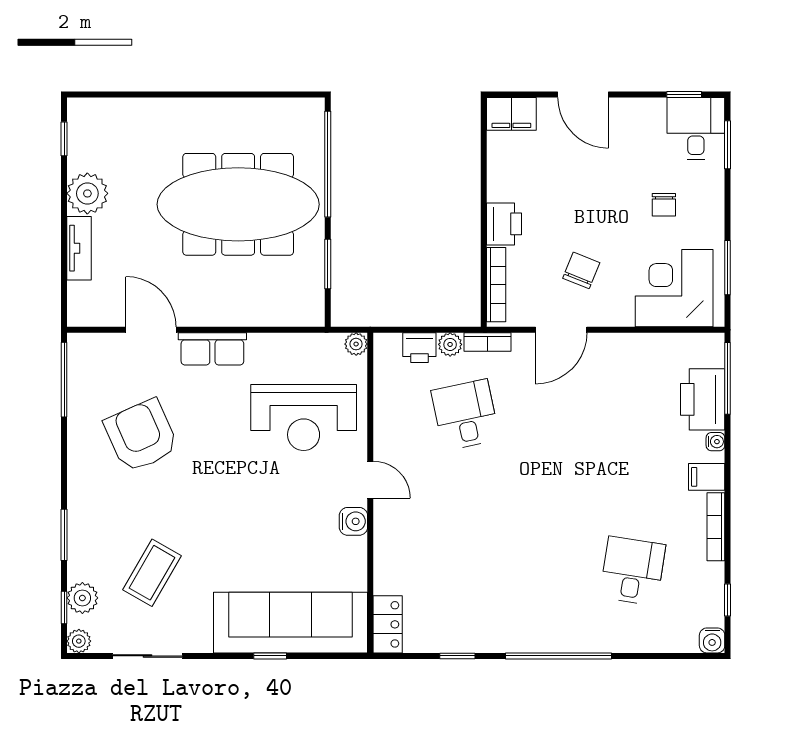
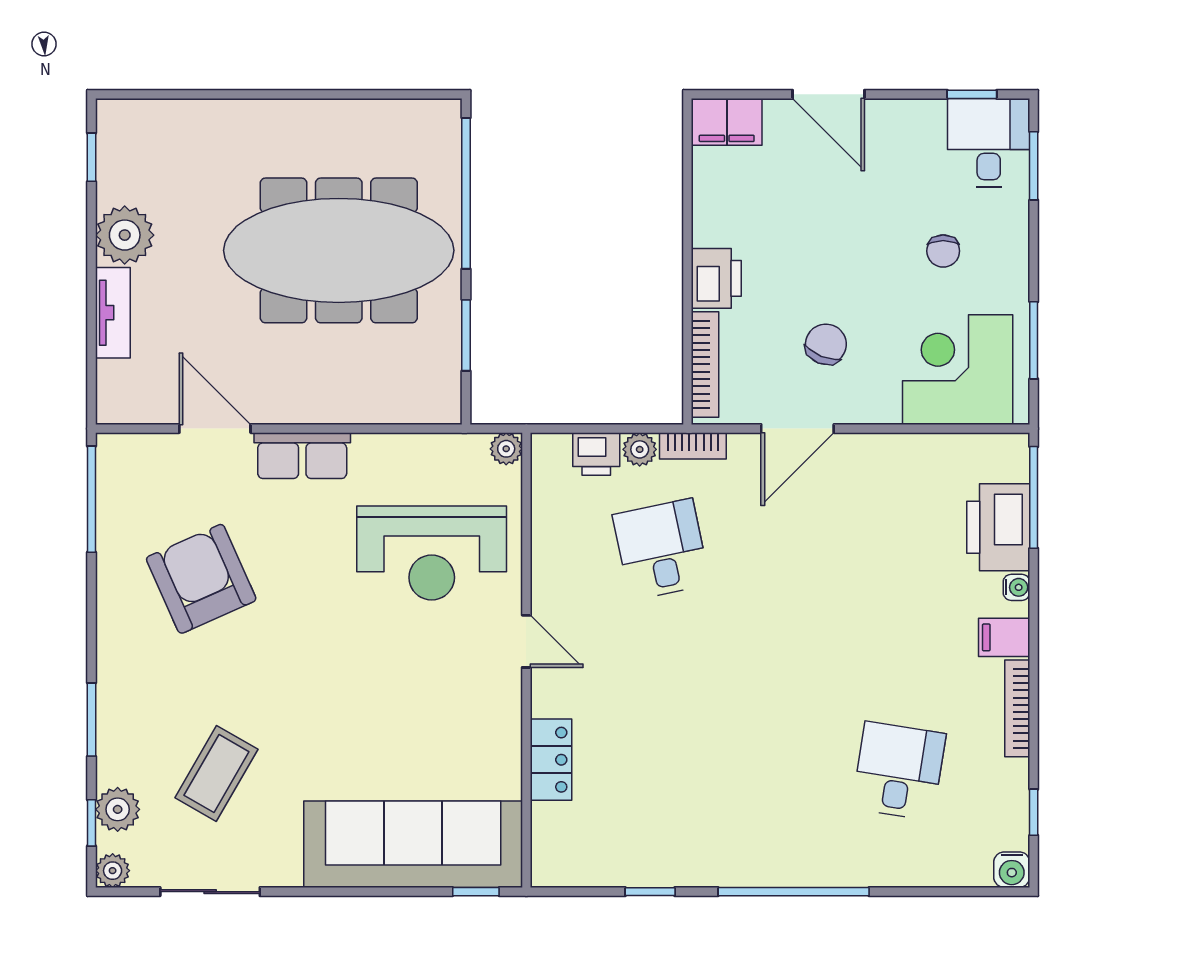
water cooler: (353, 521) -> (502, 701), removed
locker: (388, 624) -> (551, 760), moved
window: (270, 656) -> (476, 892), moved

